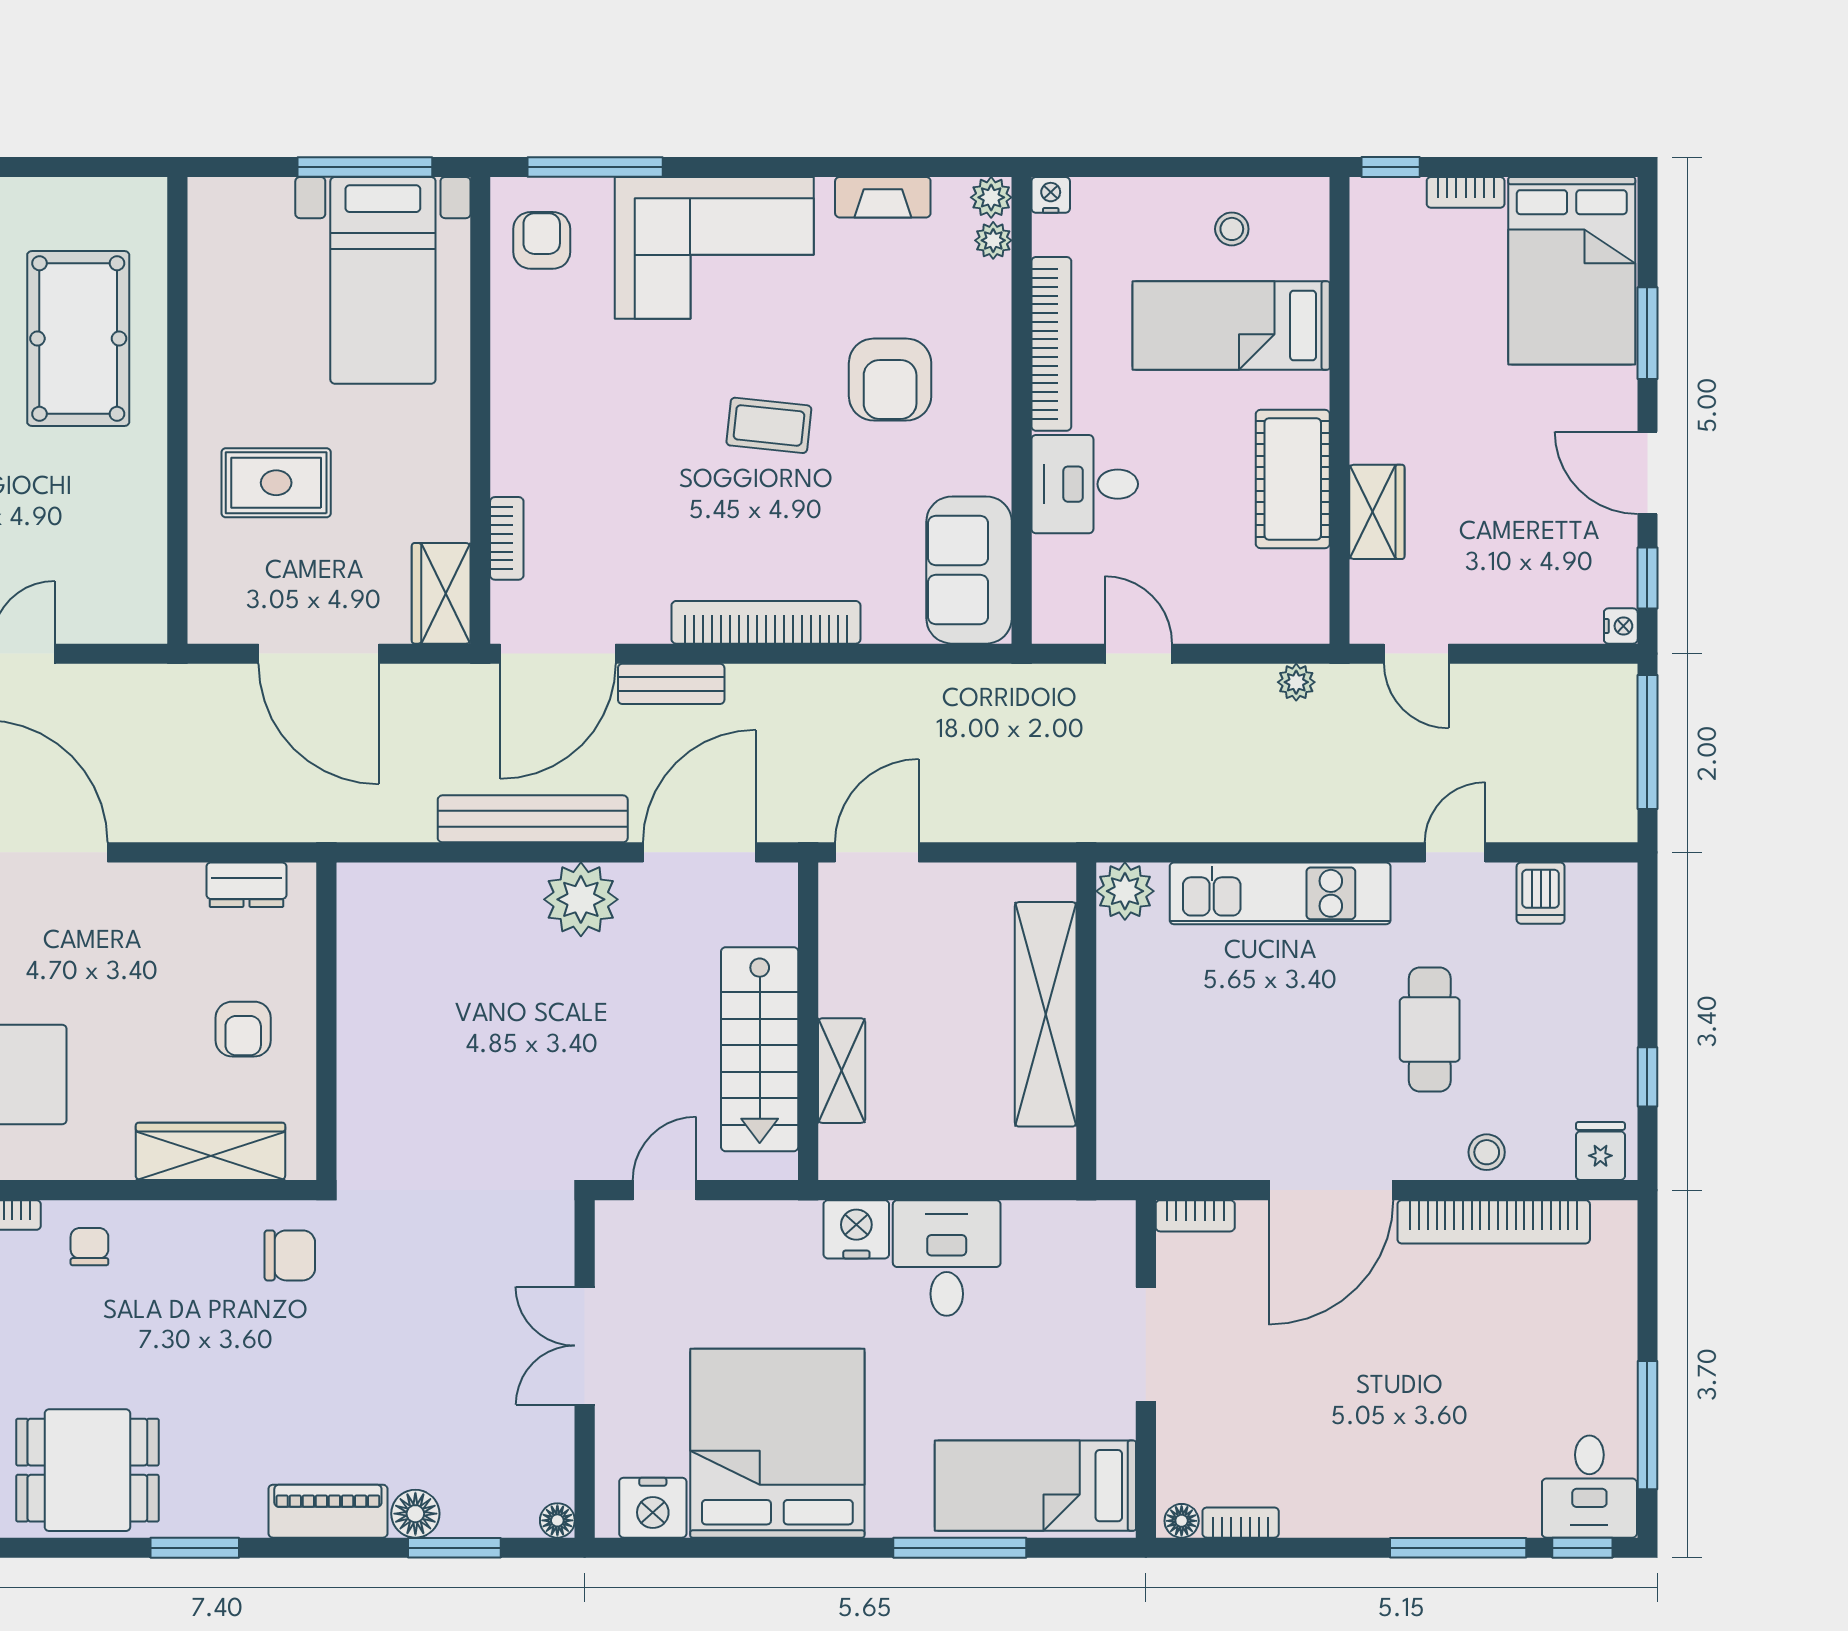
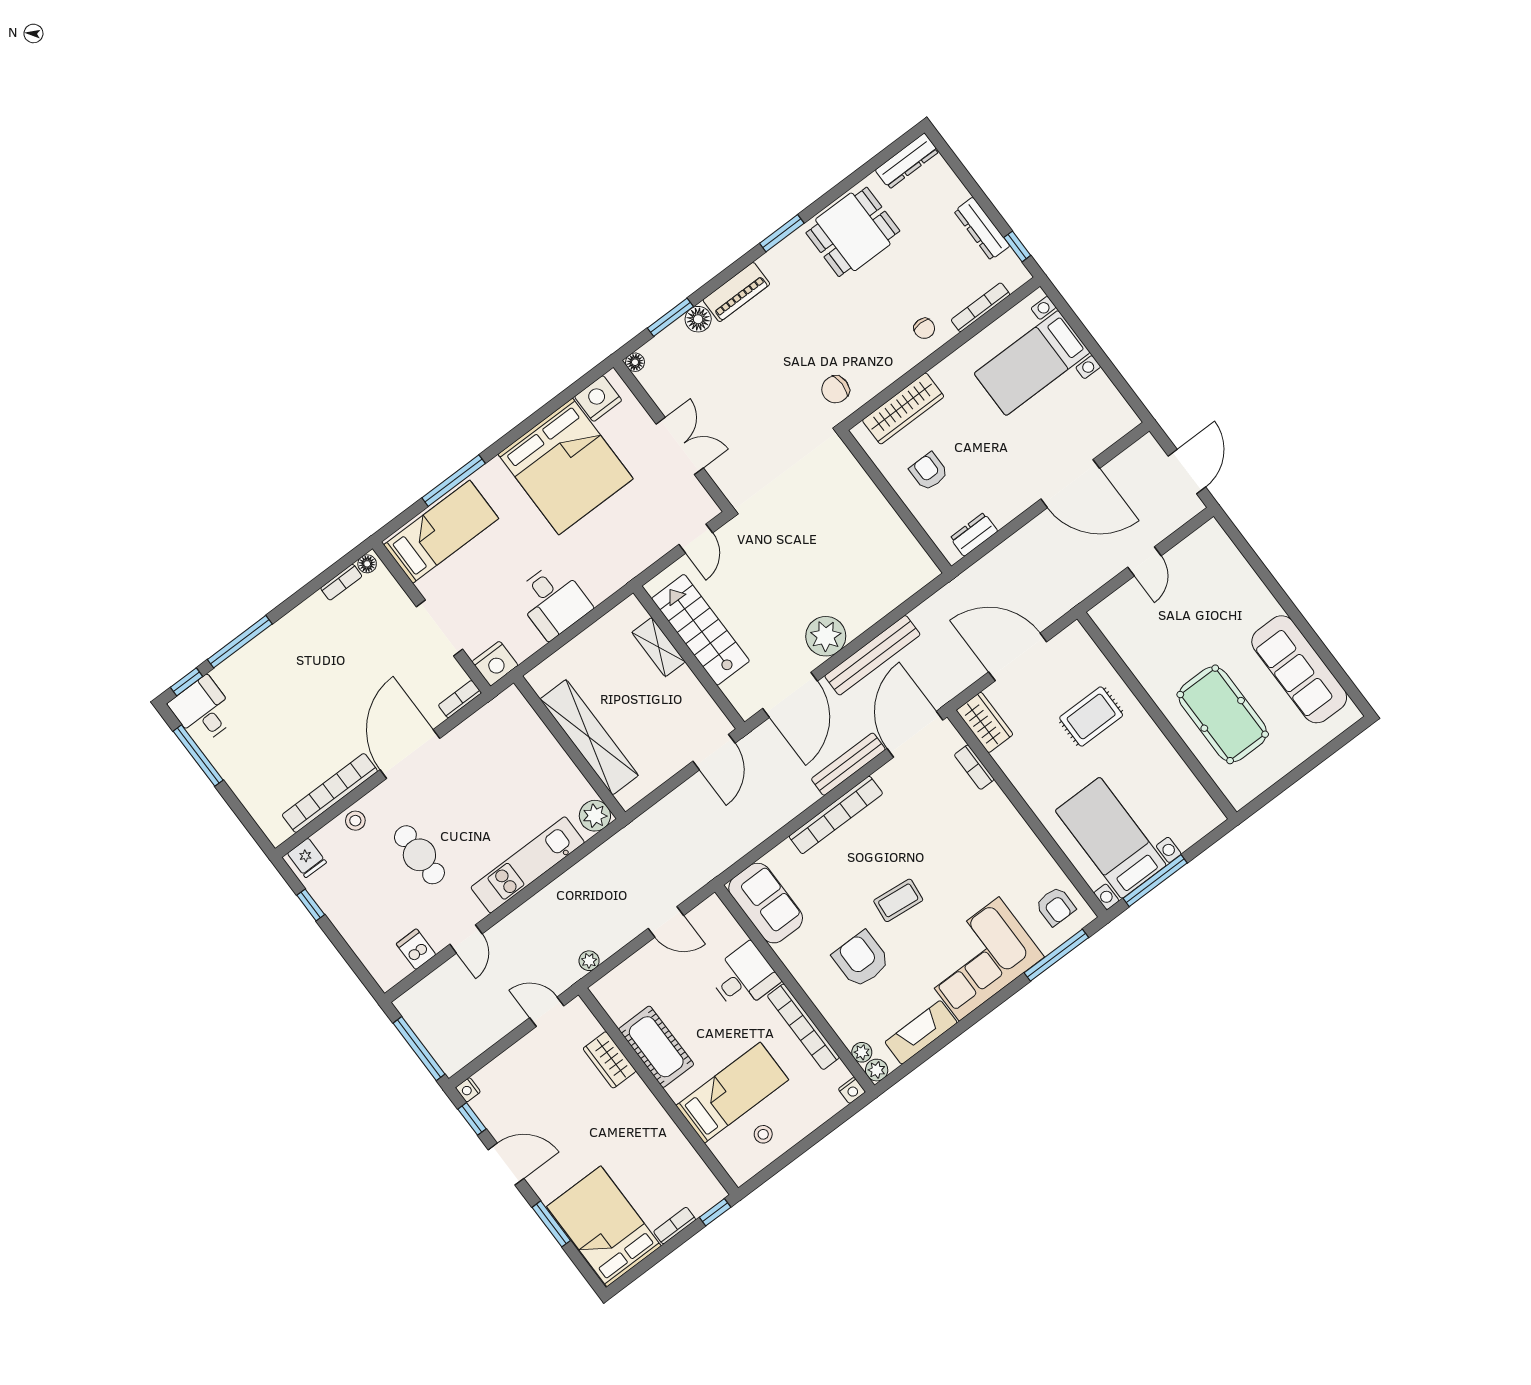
fireplace: (883, 197) -> (921, 1032), width x1.37, depth x1.32
bench: (671, 684) -> (848, 764), width x1.36
nightstand: (856, 1229) -> (495, 664), moved

